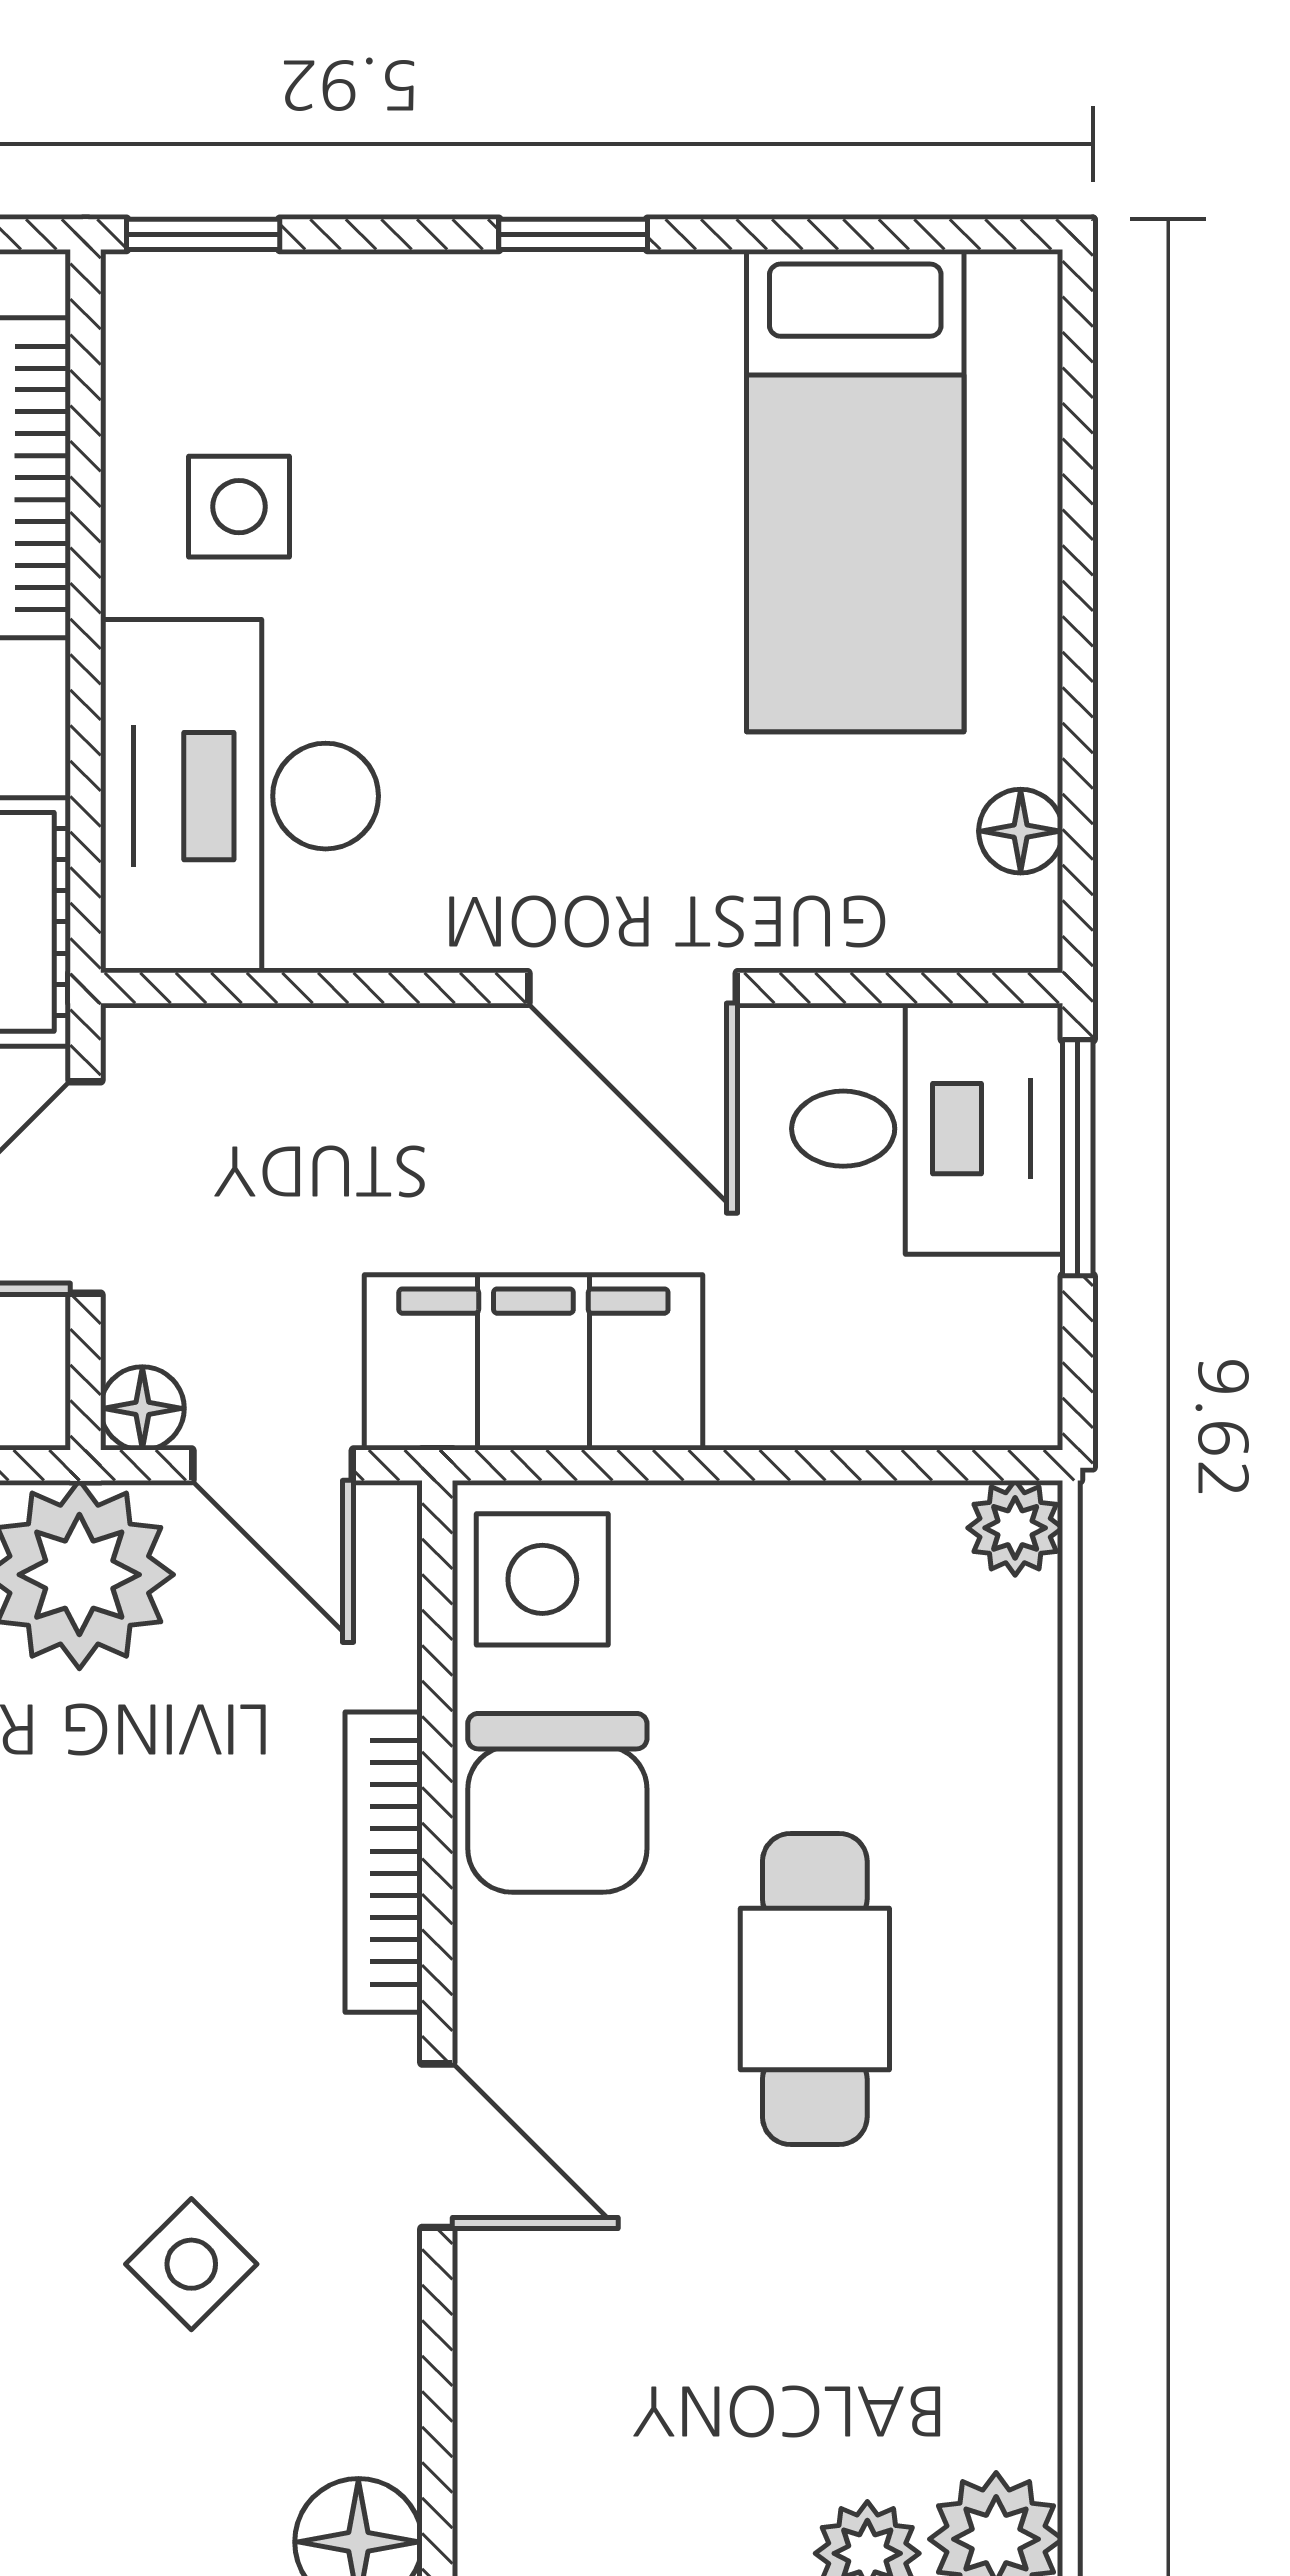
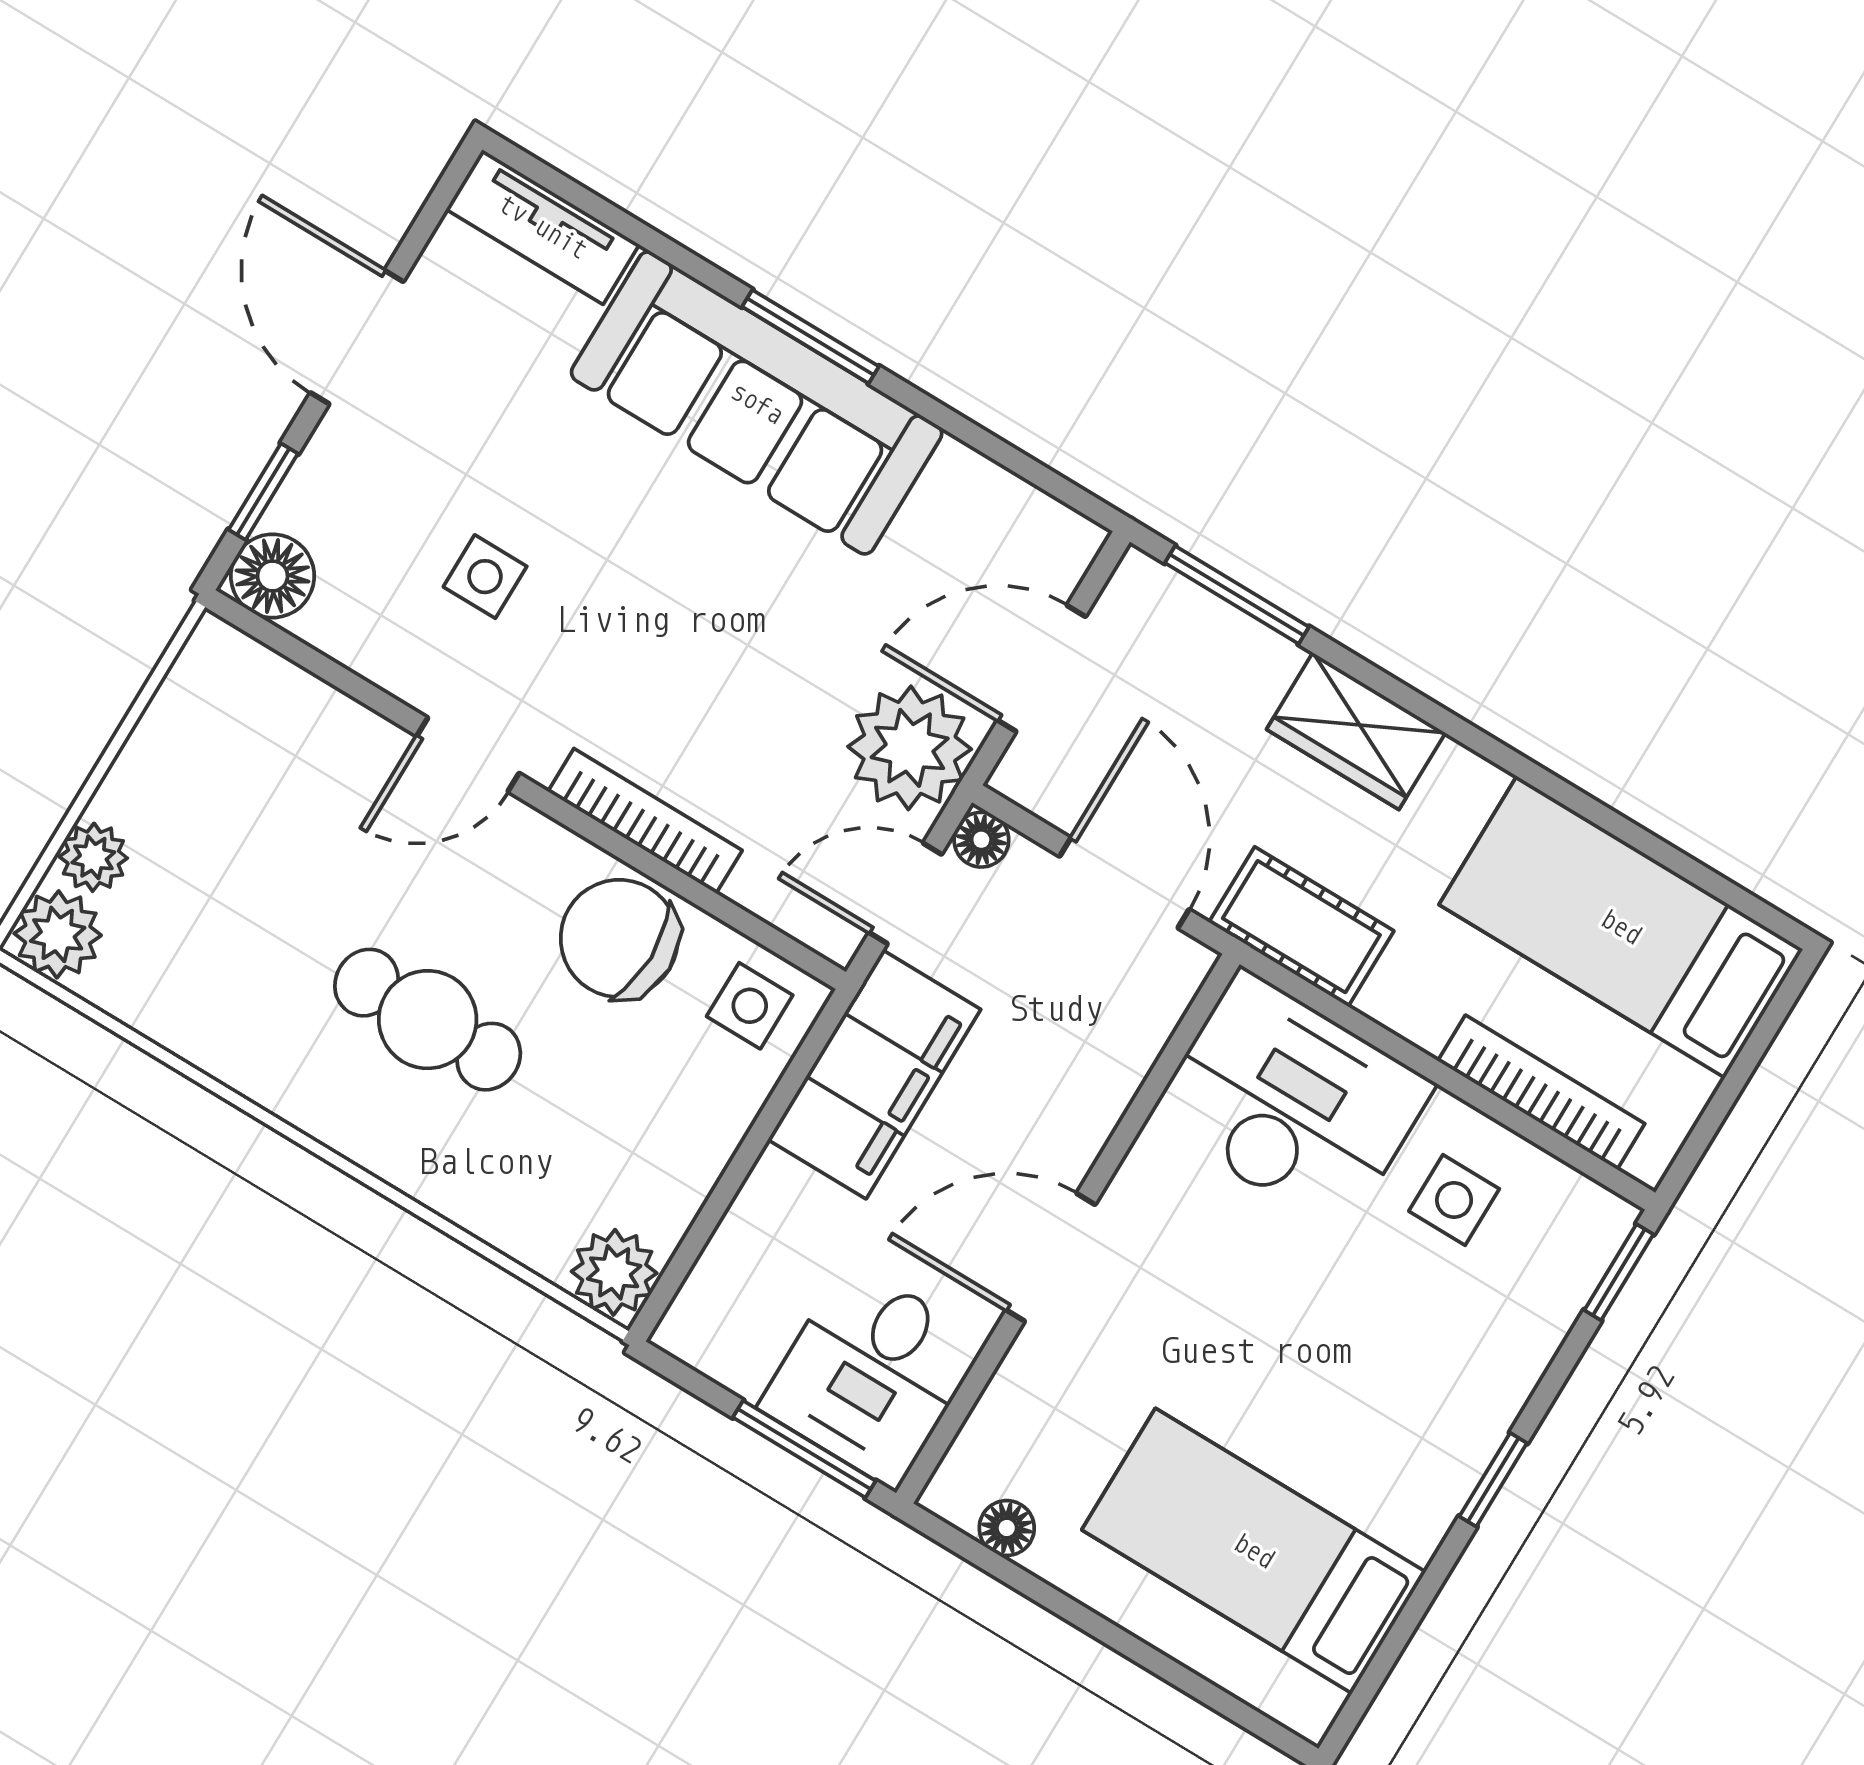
plant: (1015, 1528) -> (614, 1272), width x1.38, depth x1.38
side table: (542, 1579) -> (750, 1006), width x0.73, depth x0.73
side table: (191, 2264) -> (485, 577), turned 45

